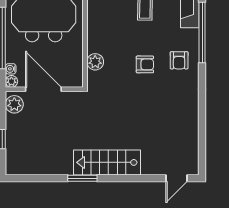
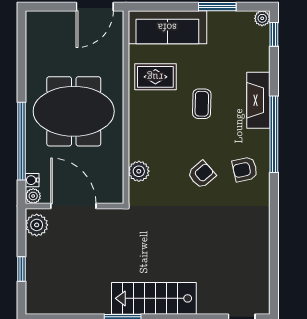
armchair: (179, 60) -> (245, 169), turned 78
armchair: (145, 64) -> (202, 175), turned -41

